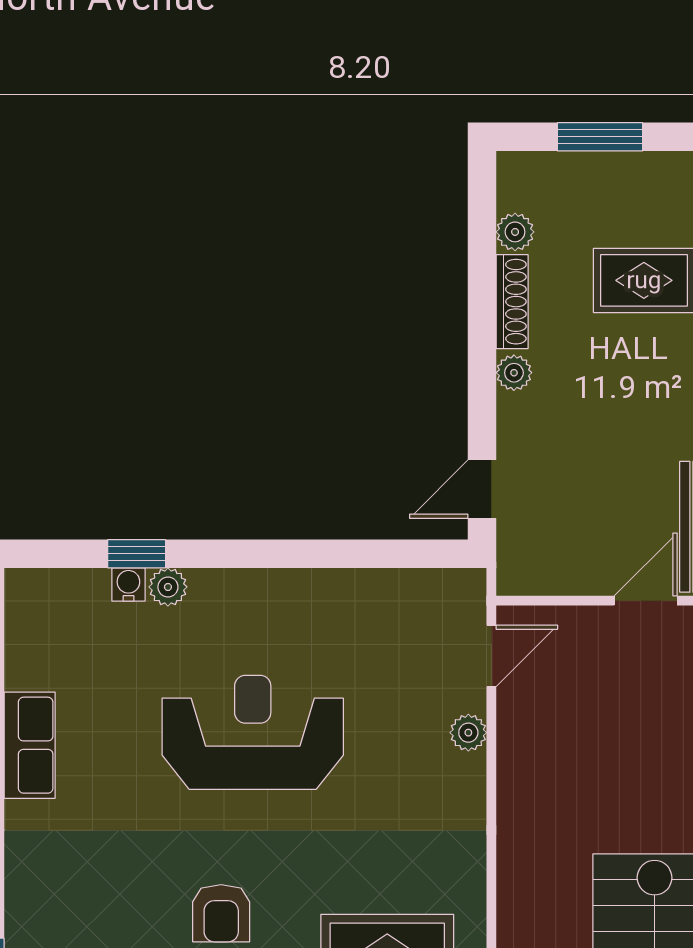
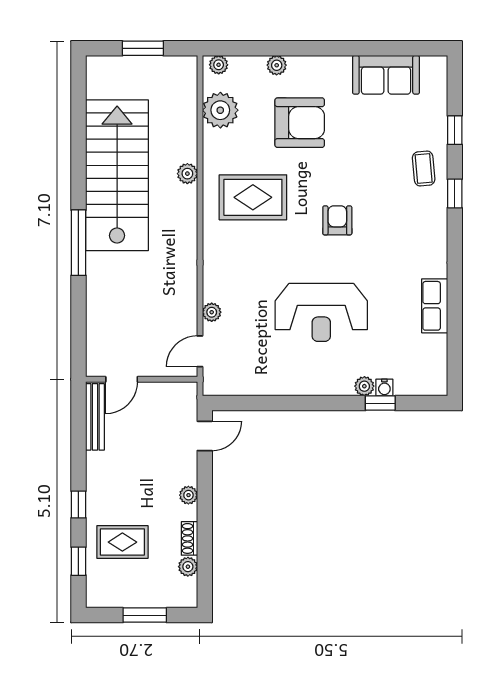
shoe rack: (512, 302) -> (189, 538), width x0.70

